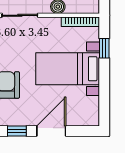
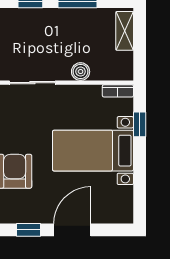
bookcase: (80, 22) -> (118, 91), width x0.64

